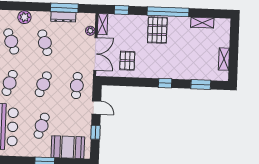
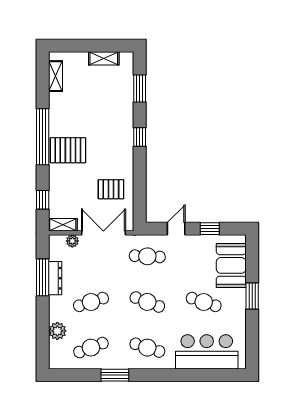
shelving: (202, 23) -> (56, 76), moved

